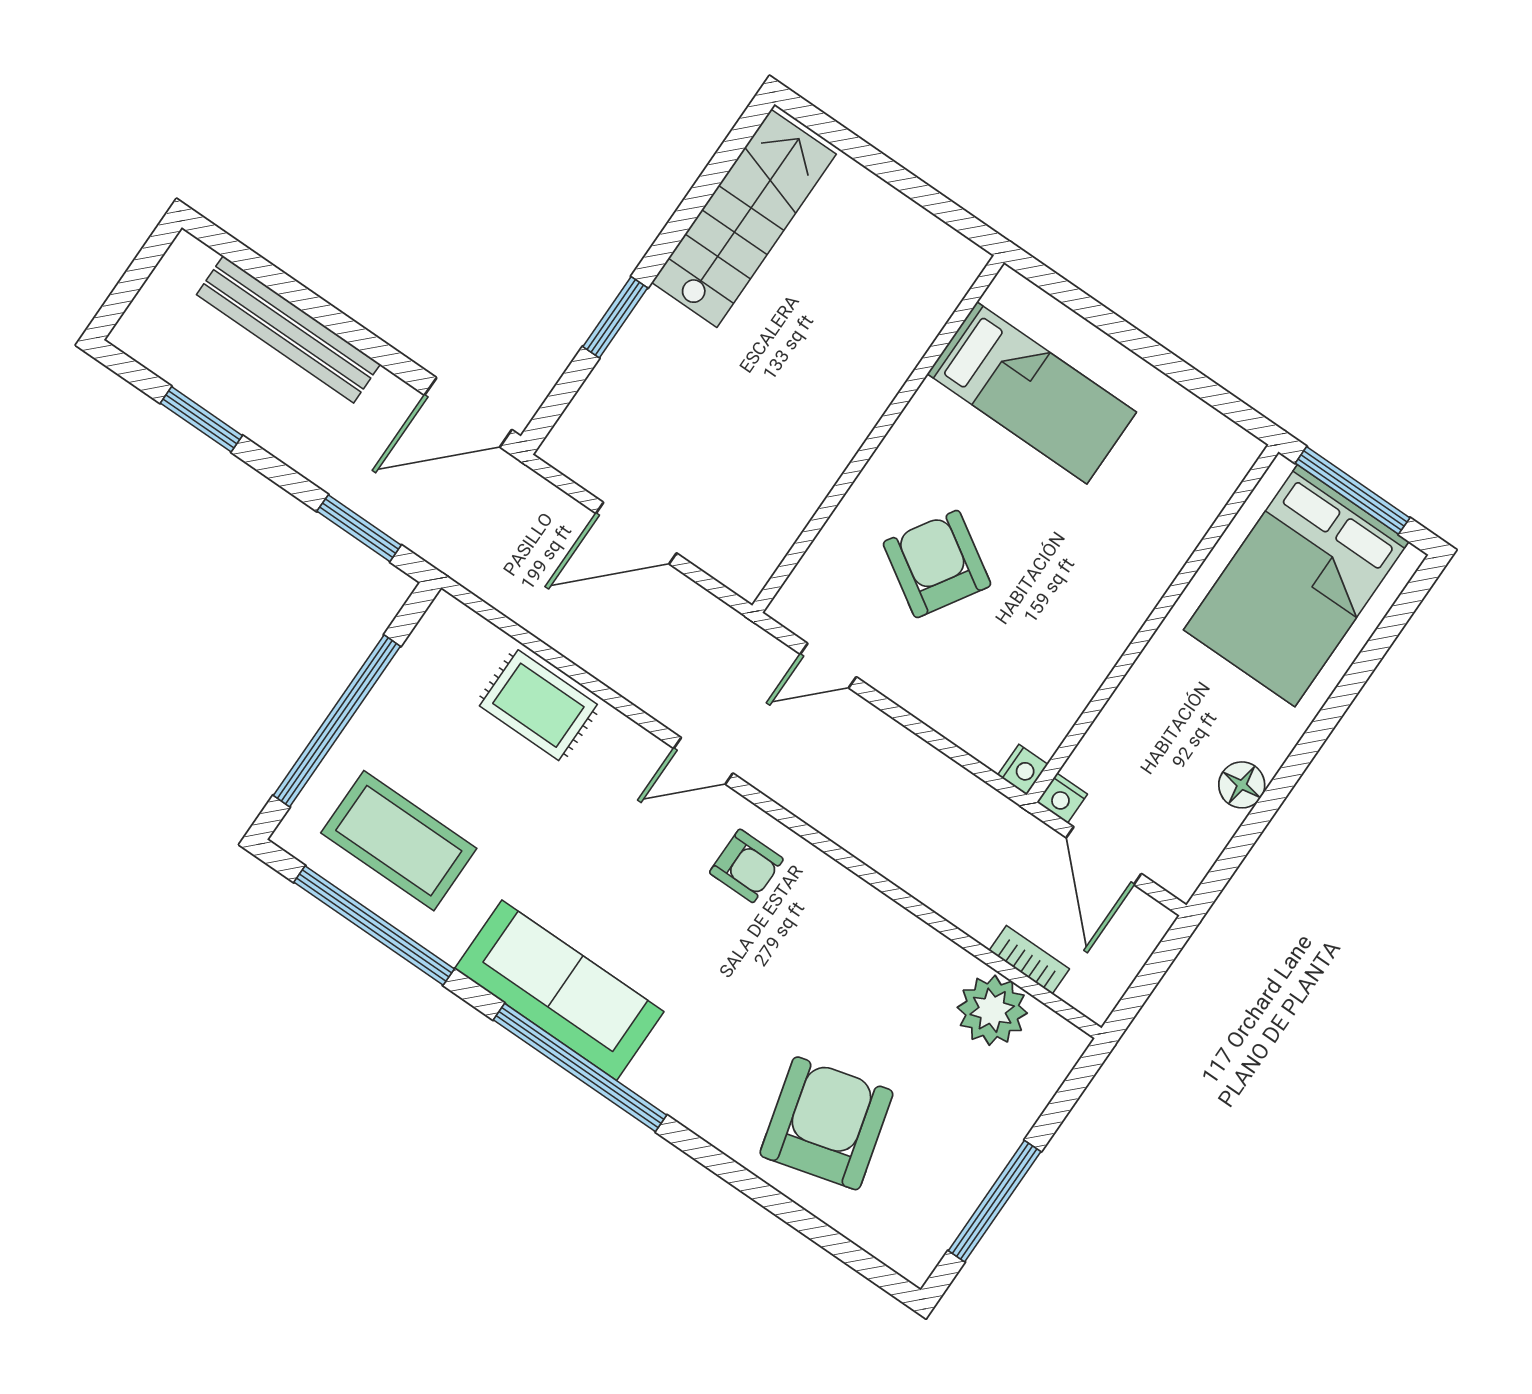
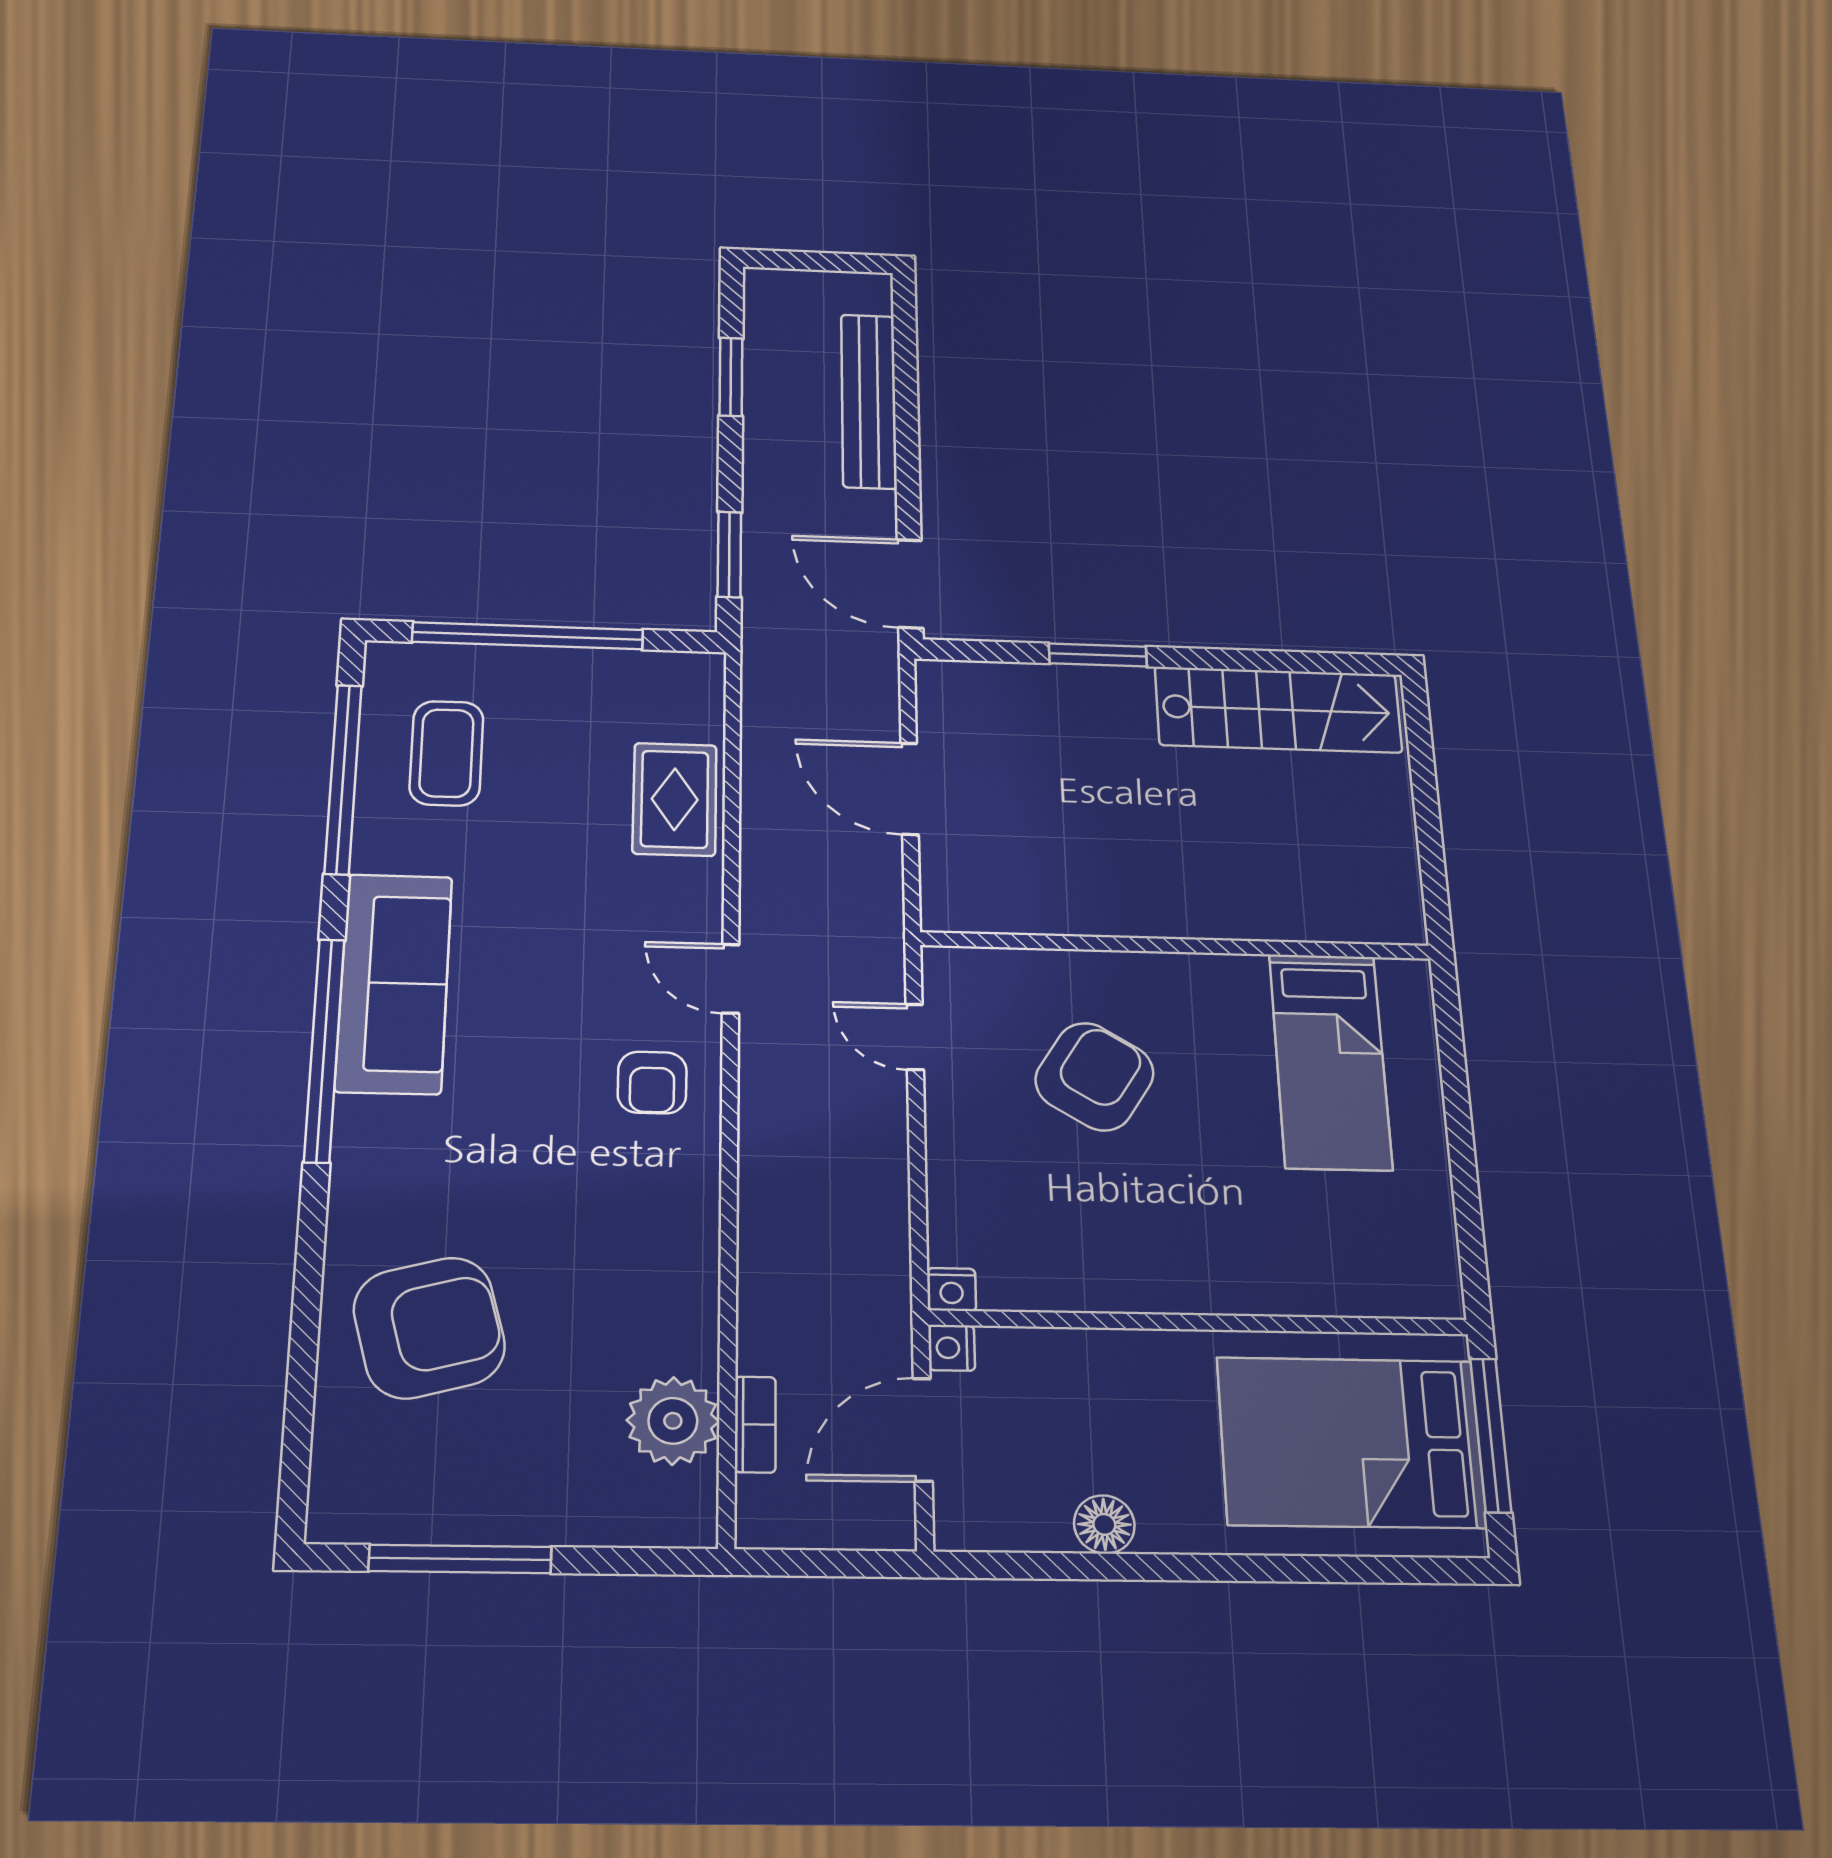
coffee table: (399, 841) -> (446, 753), width x0.73, depth x0.76

